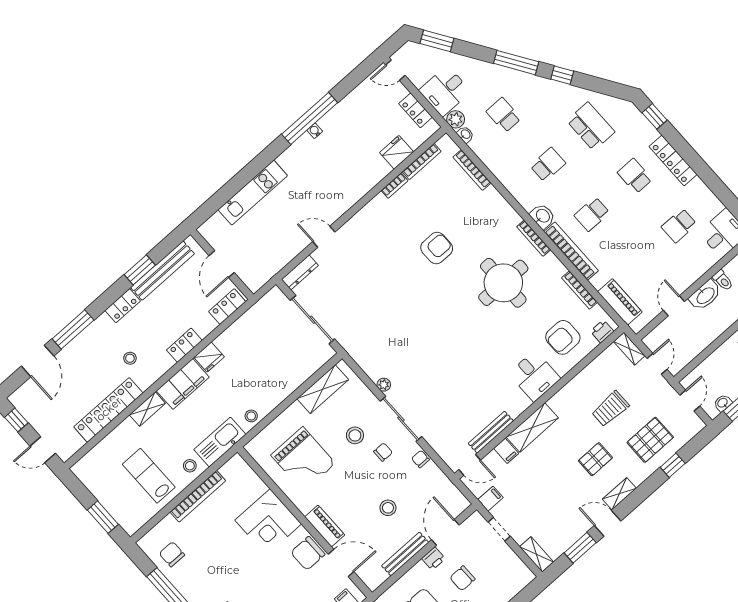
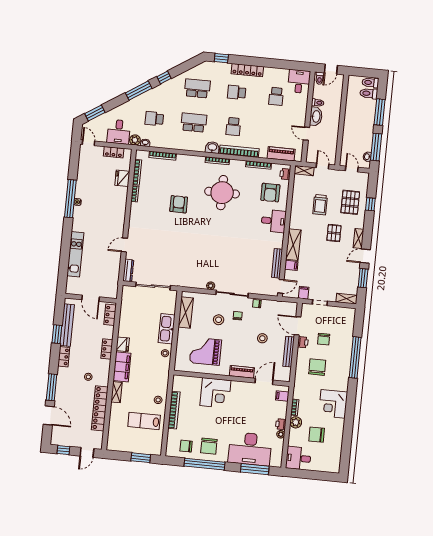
door: (395, 70) -> (89, 143), swing flipped
school desk: (548, 165) -> (194, 123), width x1.85
kitchen sink: (220, 442) -> (167, 329), moved
grand piano: (303, 459) -> (205, 351), turned 180
chair: (308, 553) -> (209, 446), moved

